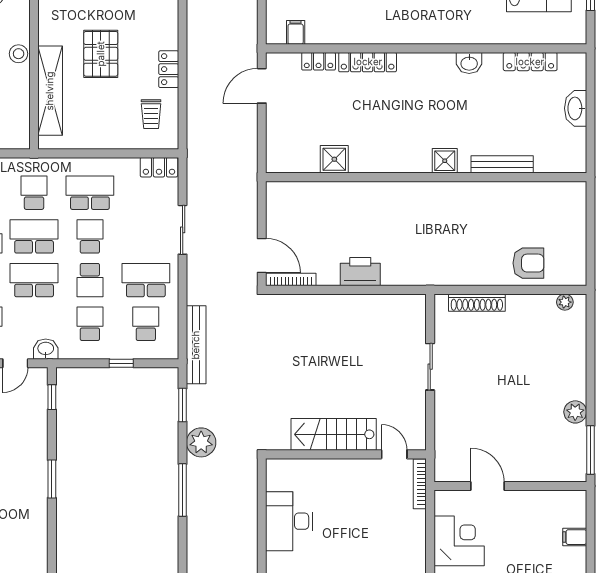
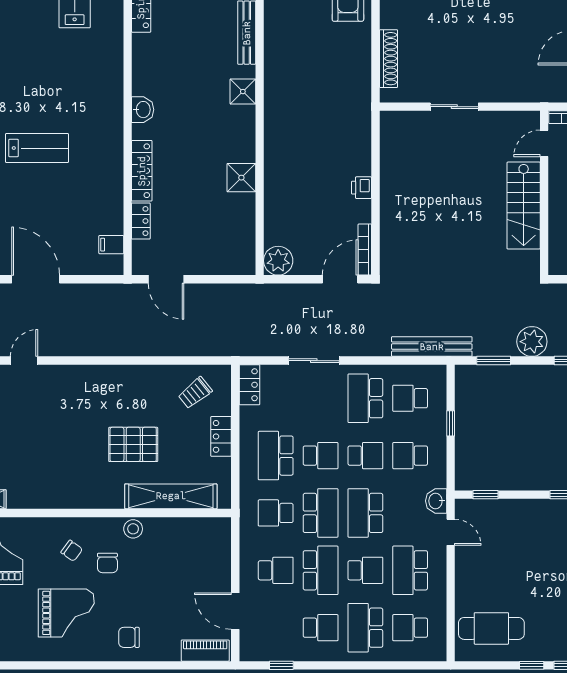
washbasin: (469, 63) -> (143, 110), moved
locker: (169, 69) -> (221, 436), moved, turned 90
trolley: (151, 114) -> (195, 393), turned 141
shower: (334, 159) -> (241, 178), moved
plant: (280, 195) -> (278, 261), added
school desk: (34, 236) -> (321, 513), turned 180
school desk: (90, 236) -> (321, 456), turned 180
printer: (360, 272) -> (362, 188), width x0.53, depth x0.68

